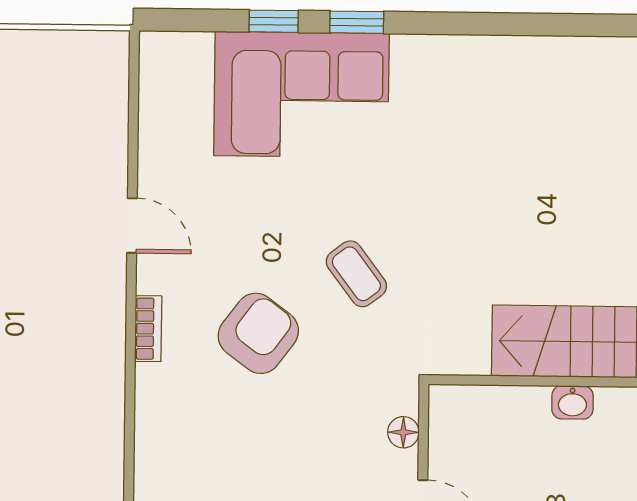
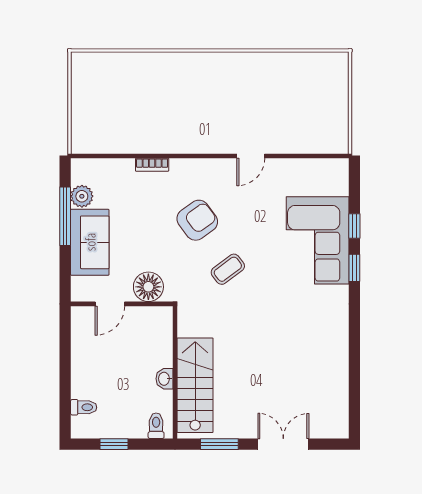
bookcase: (148, 329) -> (152, 165), moved
armchair: (258, 333) -> (197, 220), turned -73
floor lamp: (403, 432) -> (148, 287), width x1.89, depth x1.89

